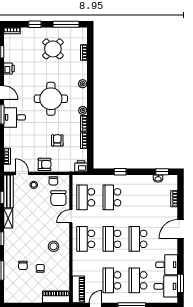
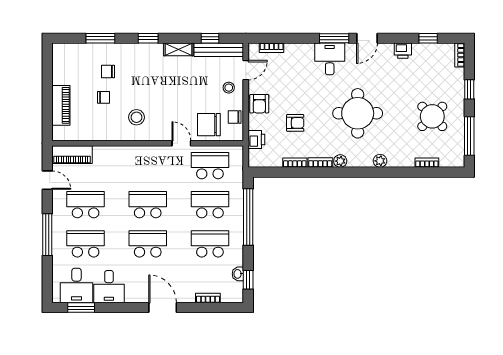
printer: (81, 166) -> (256, 139), moved
window: (120, 172) -> (248, 217), width x3.17
school desk: (86, 239) -> (210, 244), moved
piano: (56, 297) -> (61, 105), moved

